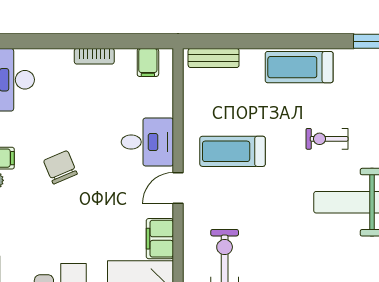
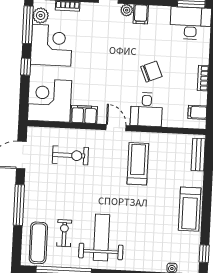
treadmill: (299, 67) -> (190, 209), turned 180
exercise bike: (327, 139) -> (64, 233), moved
chair: (60, 167) -> (151, 72), moved

